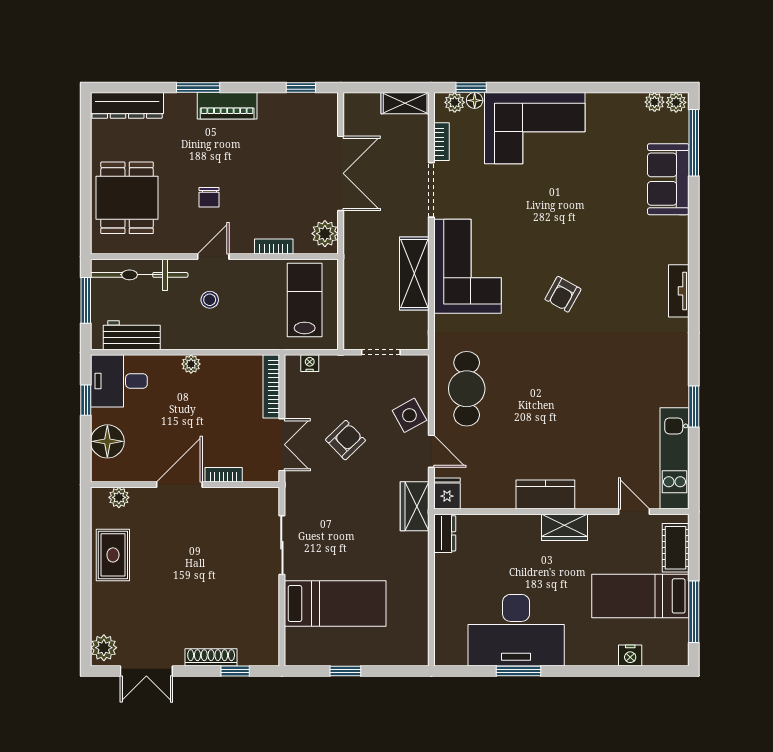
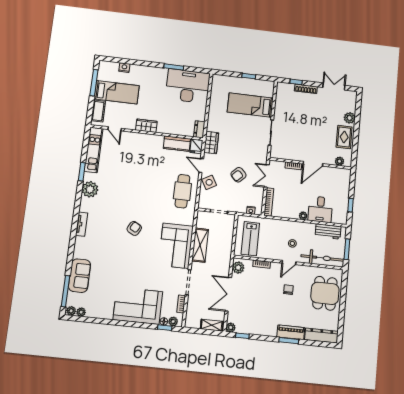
plant: (328, 103) -> (231, 327), added
shelving: (405, 103) -> (212, 325), moved
piano: (227, 106) -> (291, 332), moved
plant: (671, 370) -> (90, 189), added
desk: (119, 381) -> (320, 209), moved, turned 90
floor lamp: (107, 441) -> (342, 186), removed
kitchen counter: (545, 495) -> (177, 144), moved
desk: (516, 630) -> (188, 86), moved
plant: (104, 648) -> (350, 118), moved

